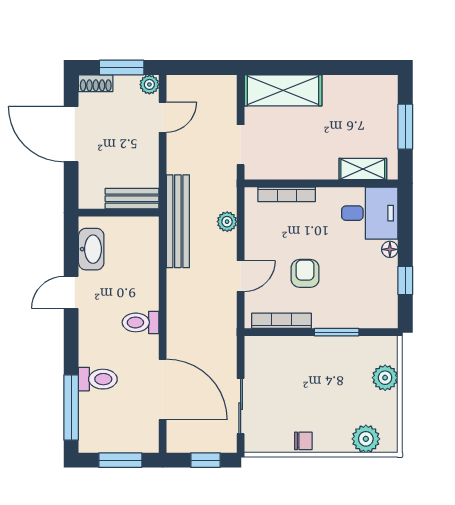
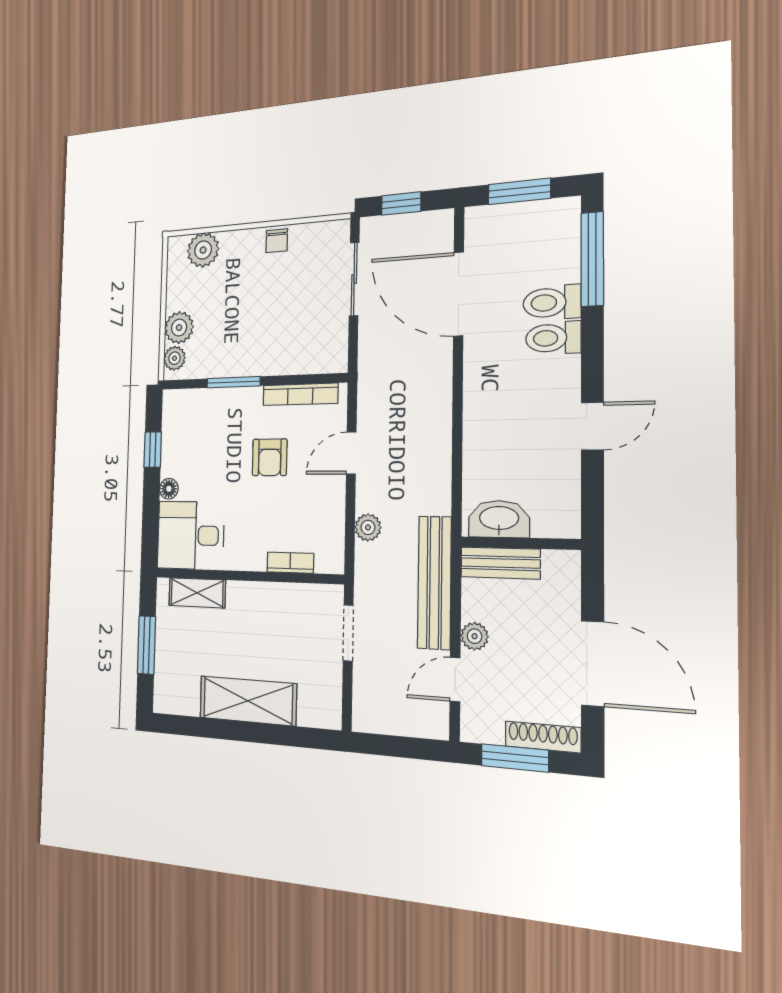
shoe rack: (96, 83) -> (543, 737), width x1.43
plant: (149, 84) -> (475, 636), moved
shelving: (283, 90) -> (248, 701), moved
bookcase: (287, 194) -> (290, 563), width x0.64
bench: (178, 221) -> (434, 583), moved
washbasin: (91, 249) -> (499, 519), moved, turned 90
toilet: (141, 322) -> (553, 338), moved, turned 180
plant: (388, 353) -> (175, 358), added
chair: (303, 441) -> (277, 241), turned -90

